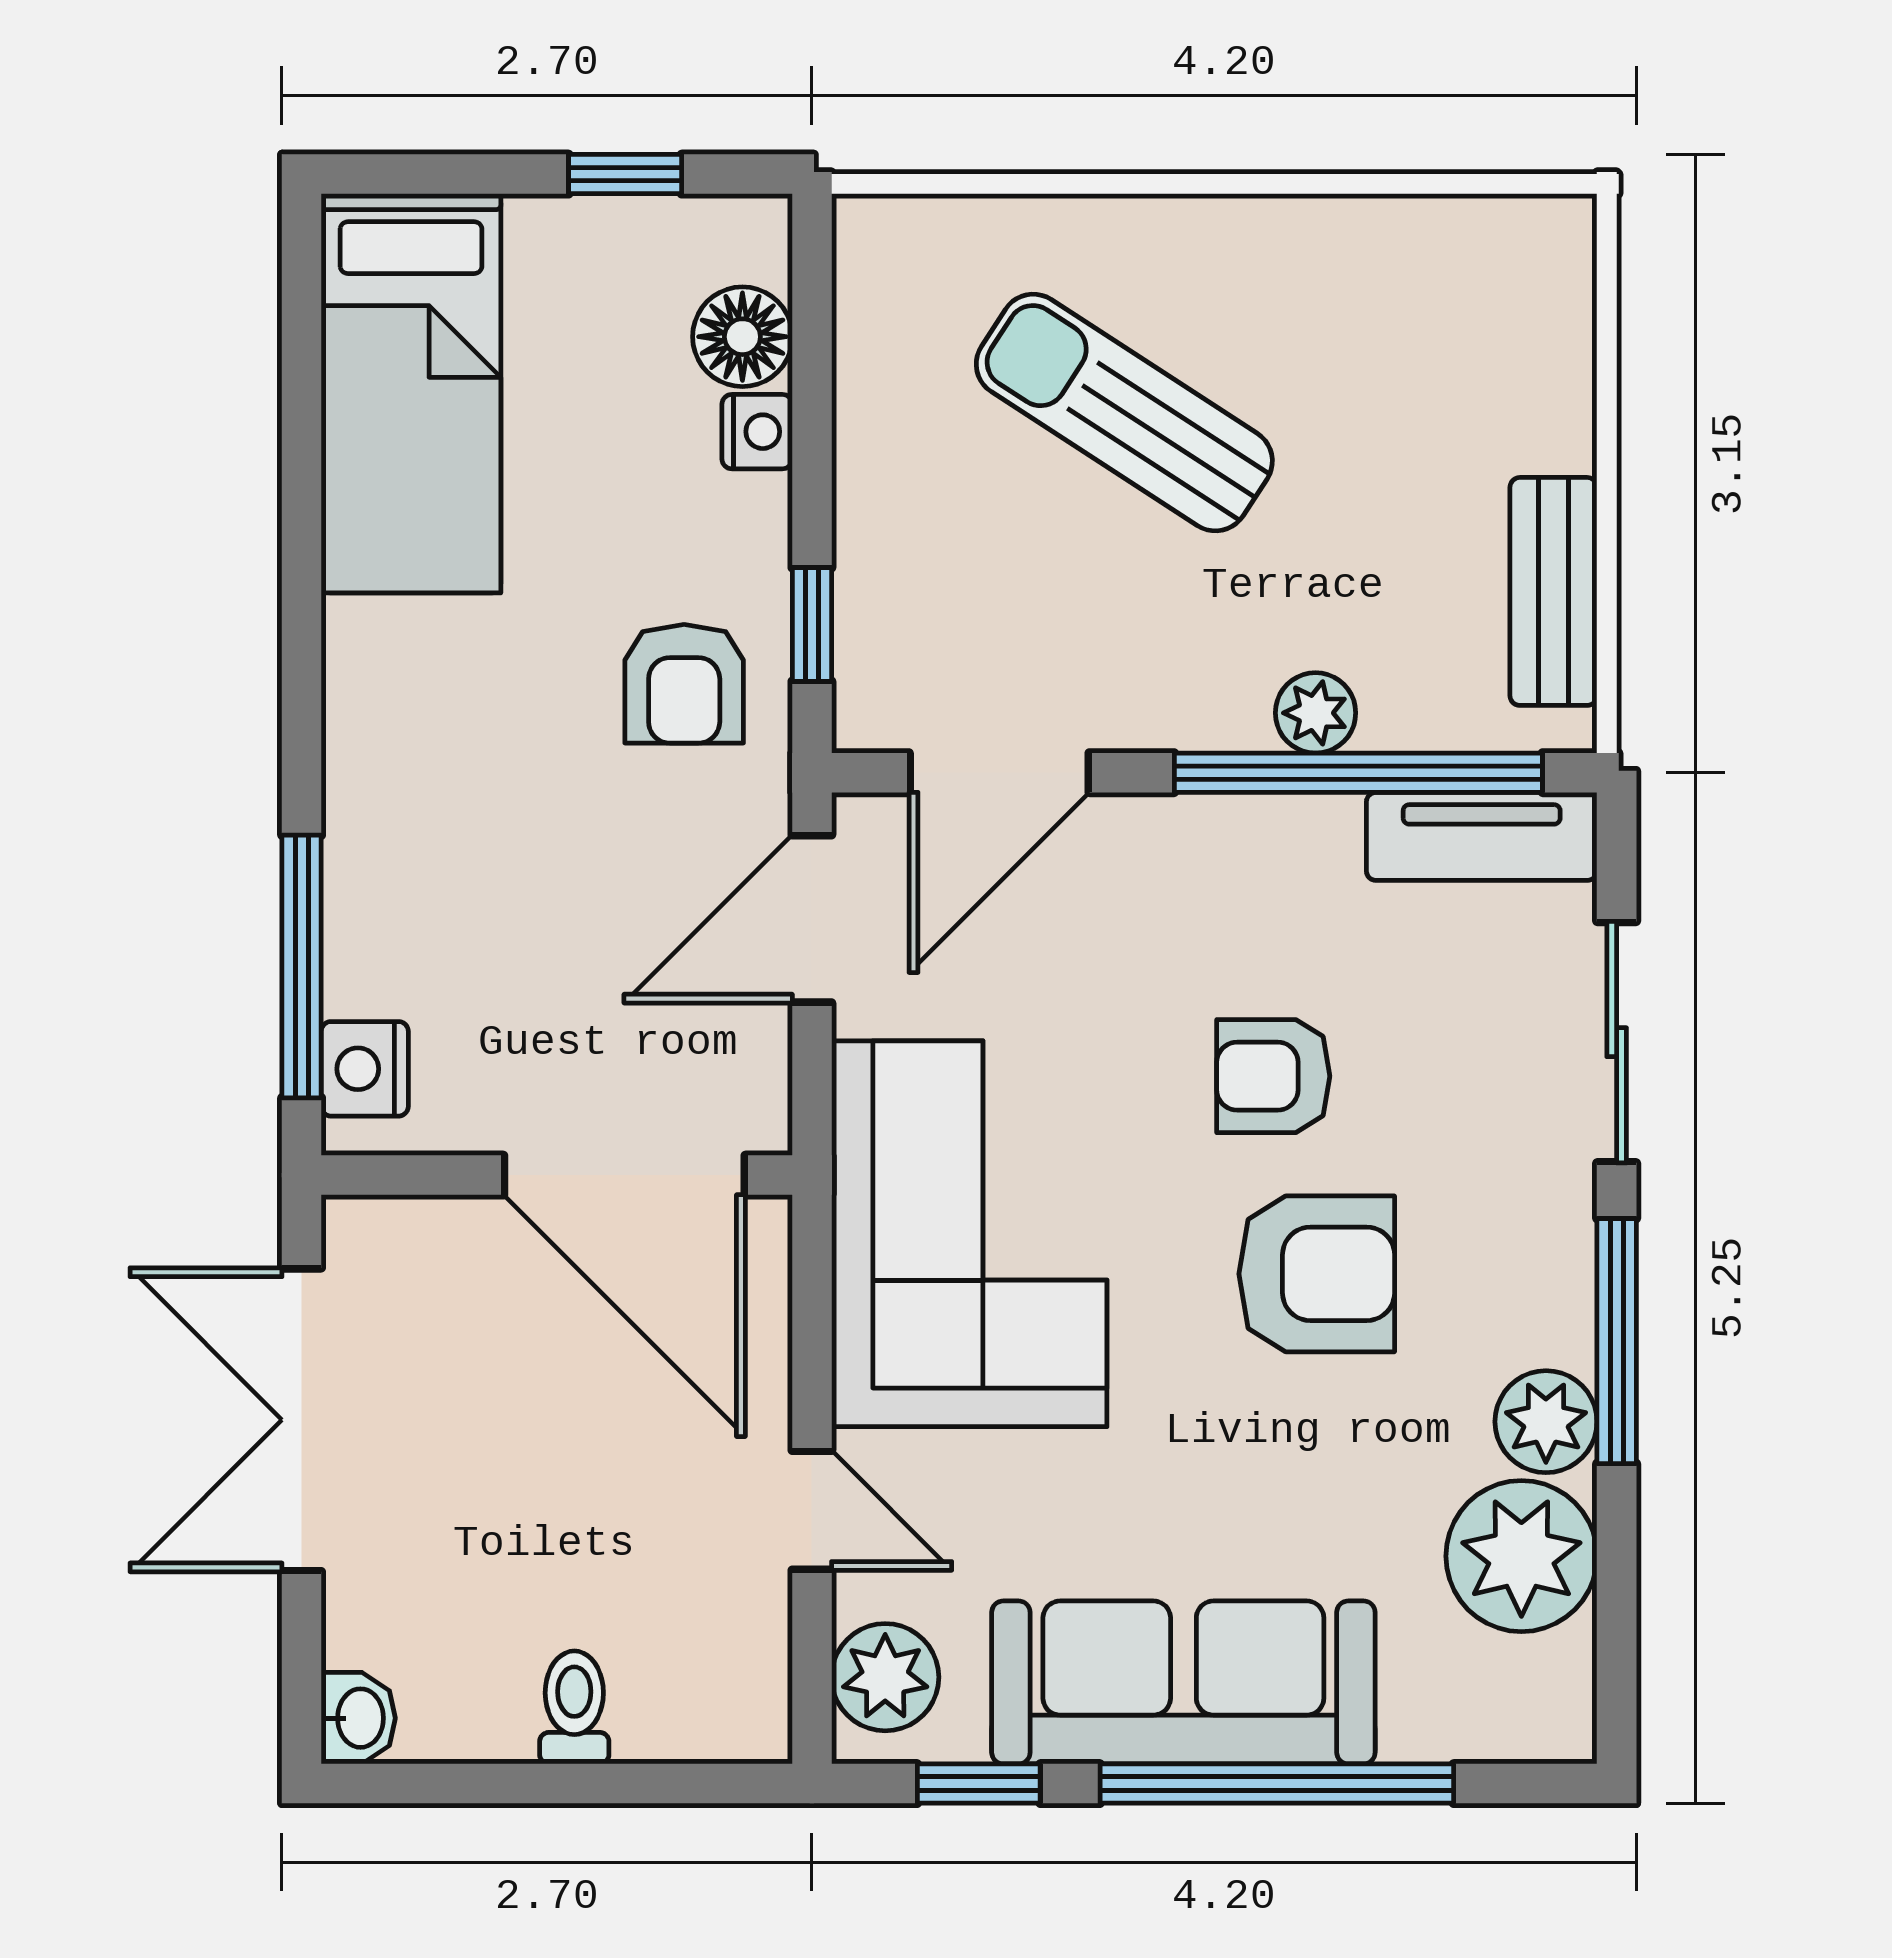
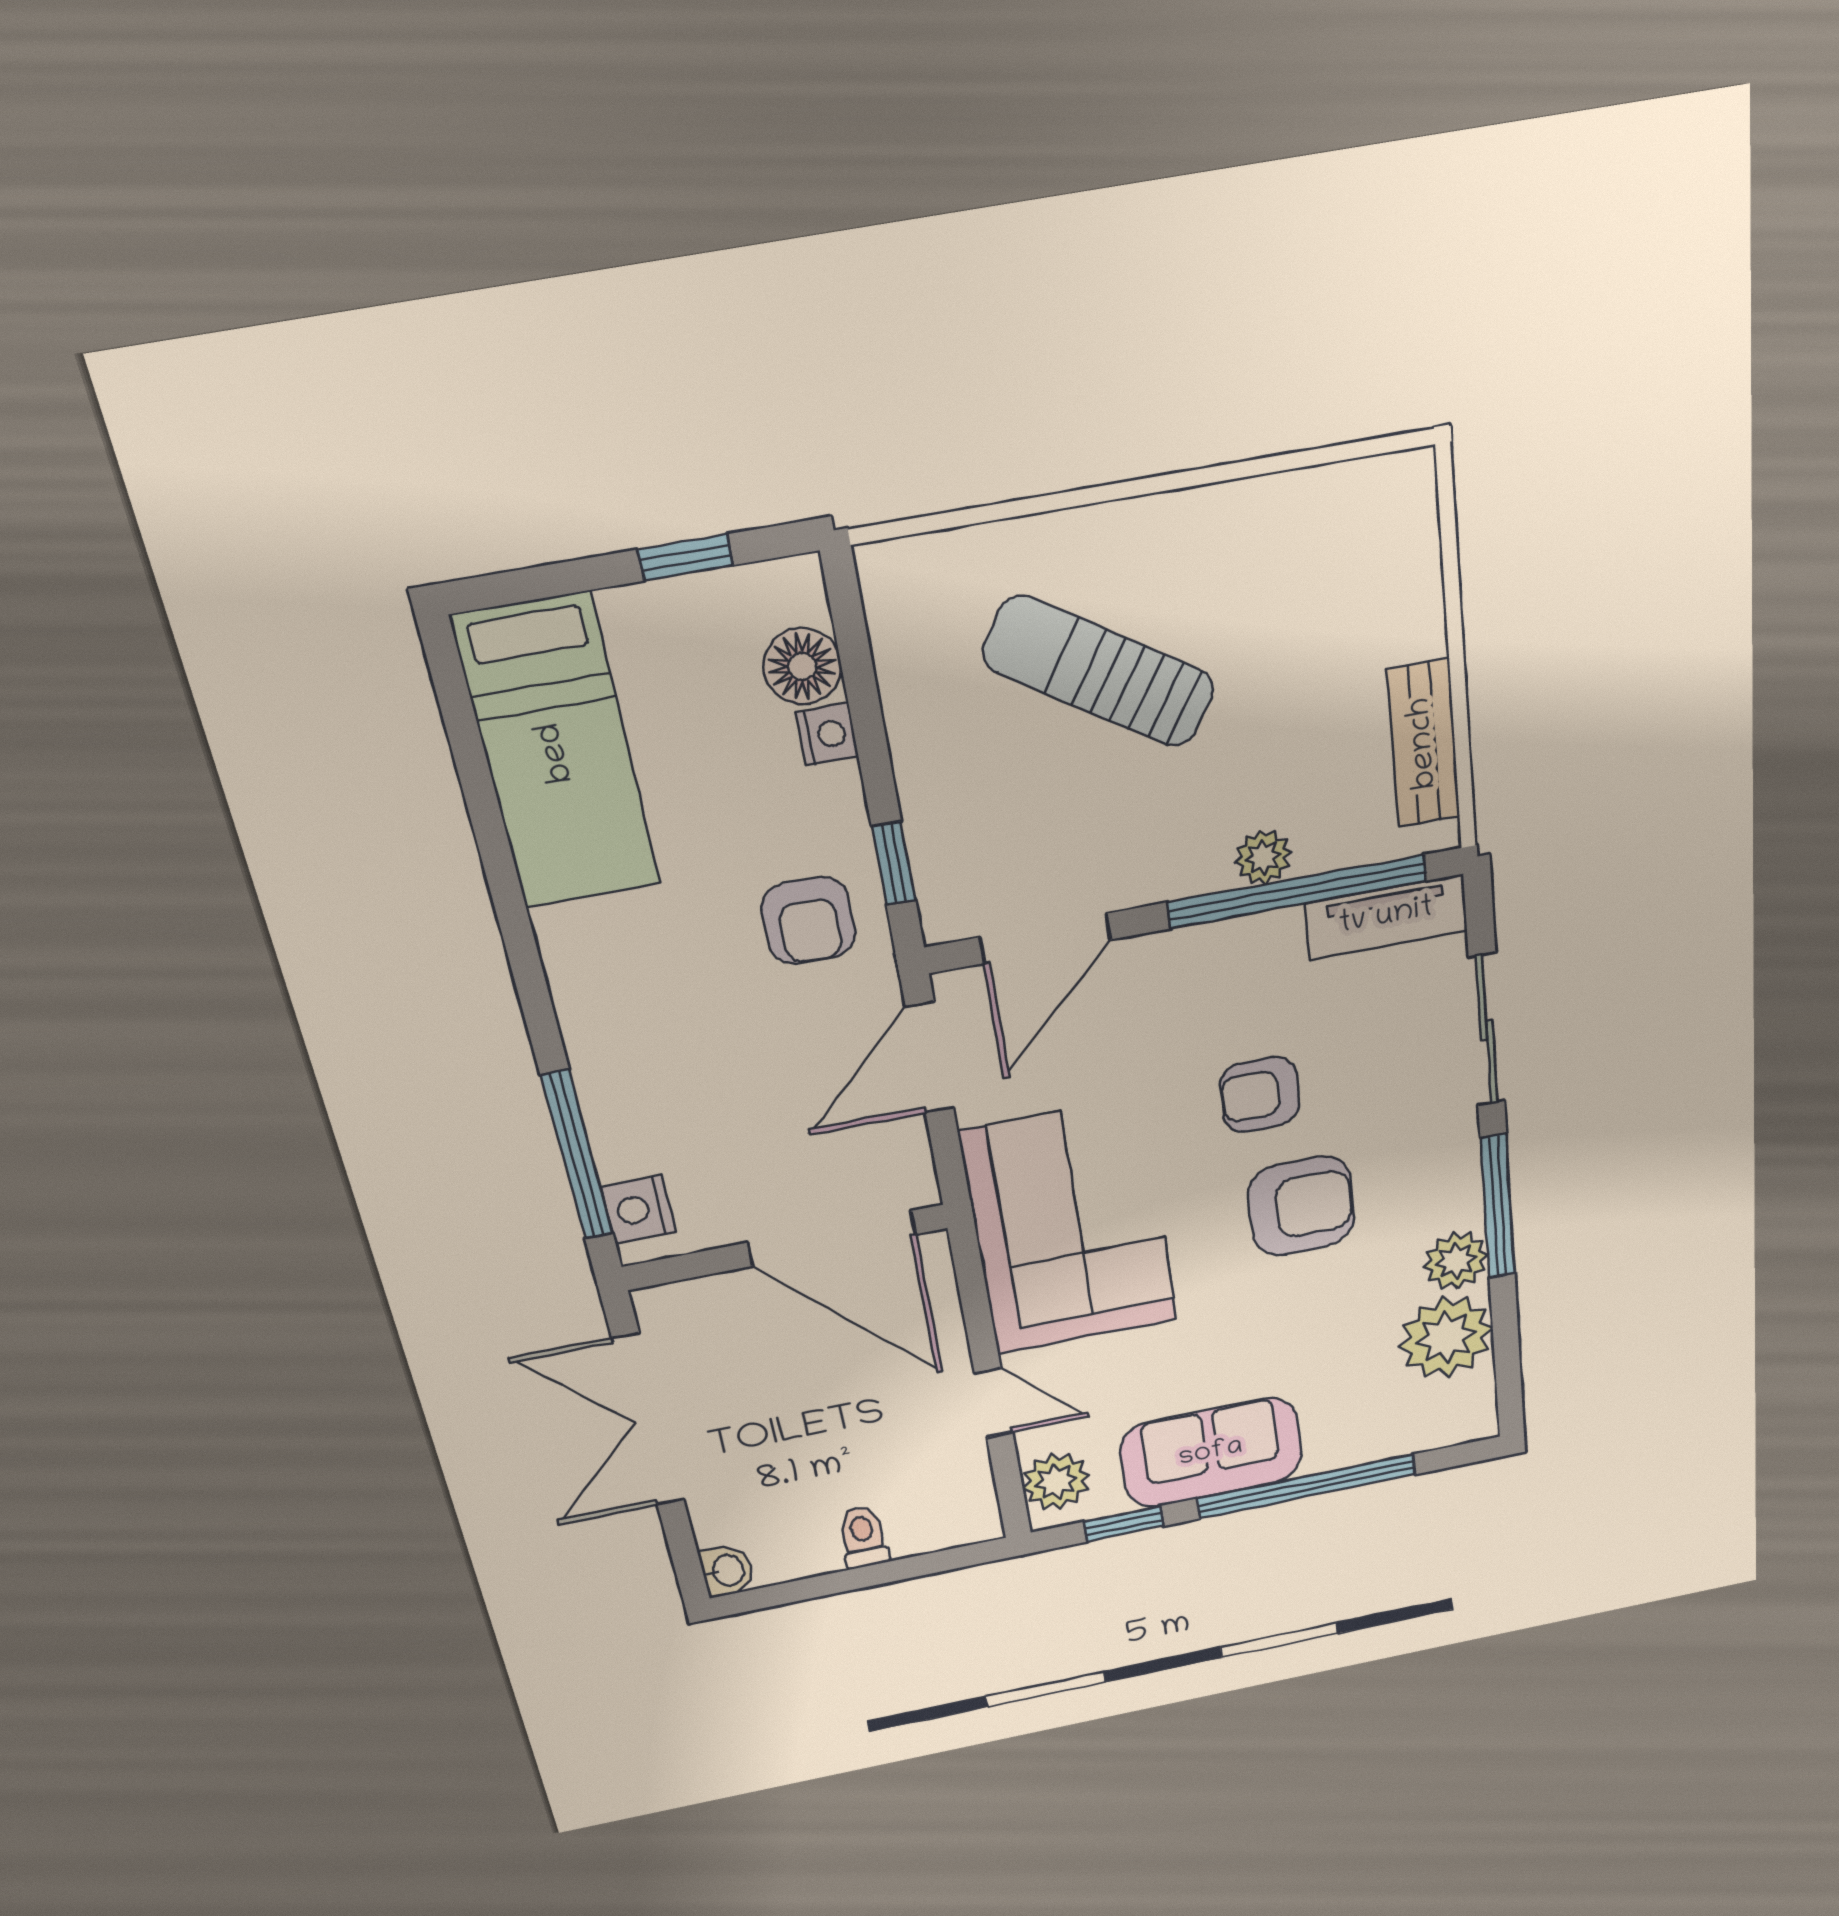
sofa: (1183, 1682) -> (1211, 1453), width x0.73

